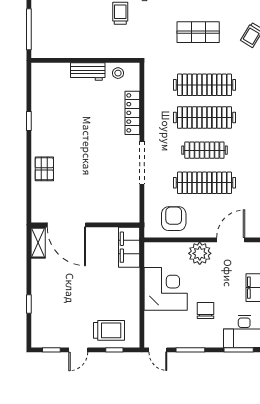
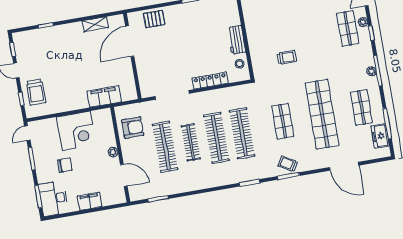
door: (66, 225) -> (130, 41), moved
wall: (85, 225) -> (132, 56), moved
plant: (200, 253) -> (113, 152), width x0.53, depth x0.53

